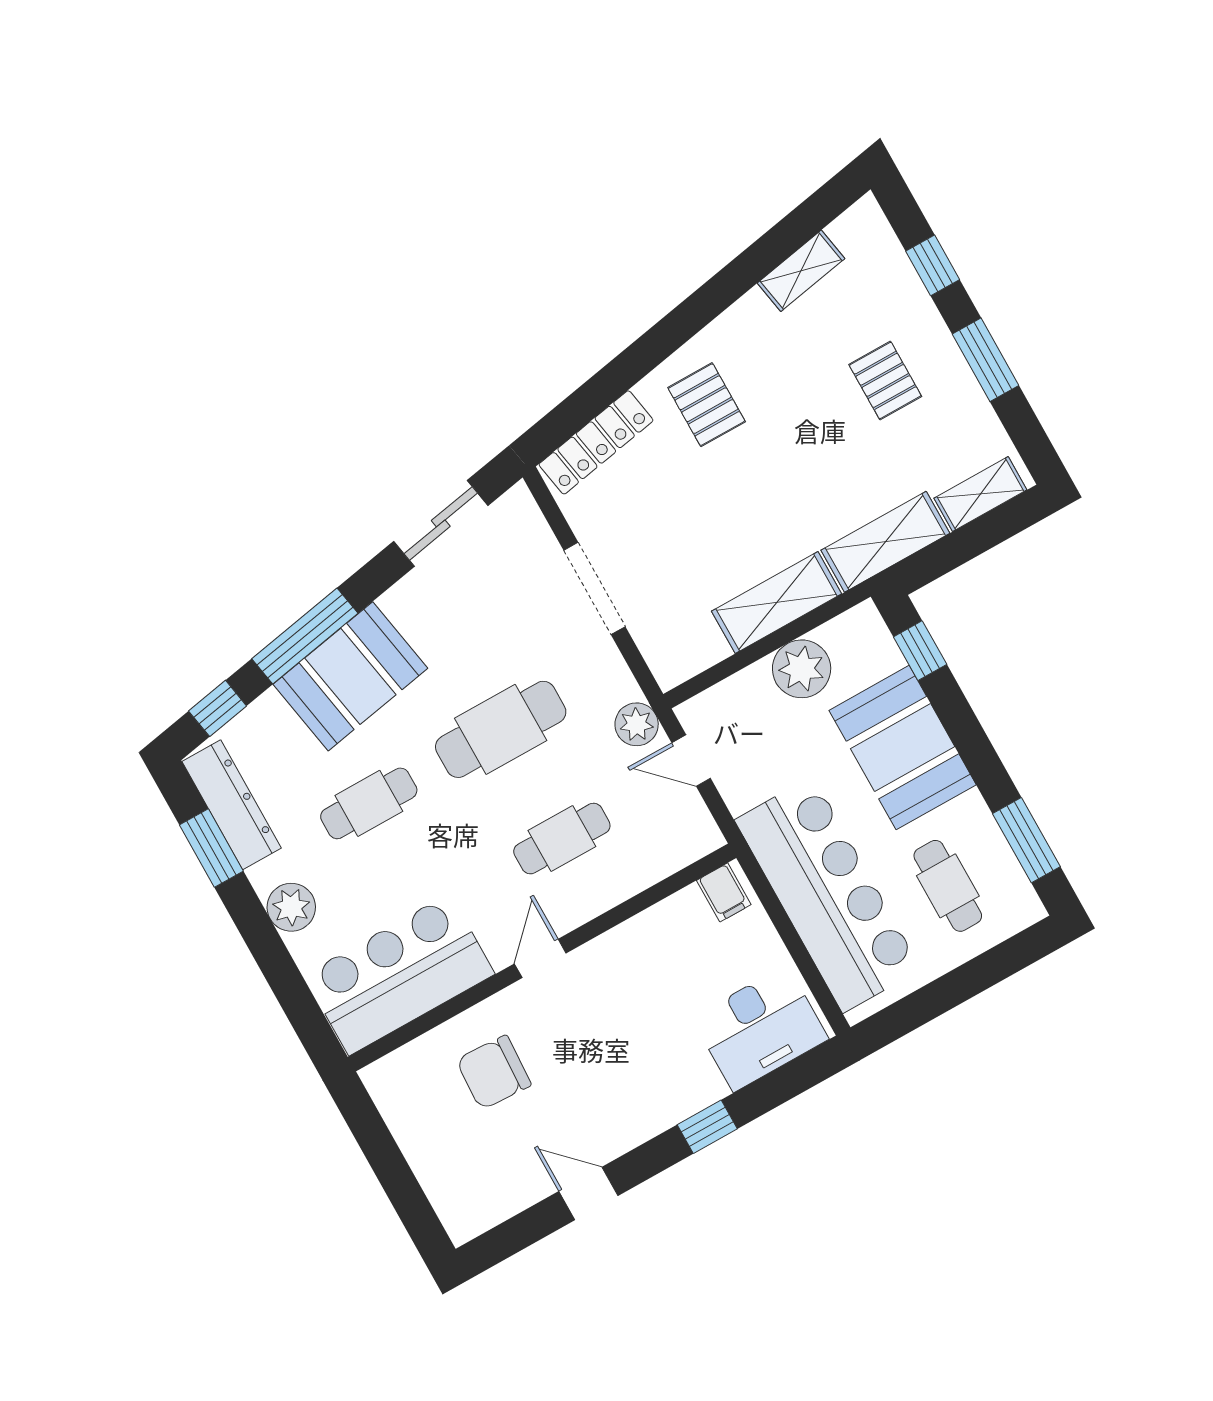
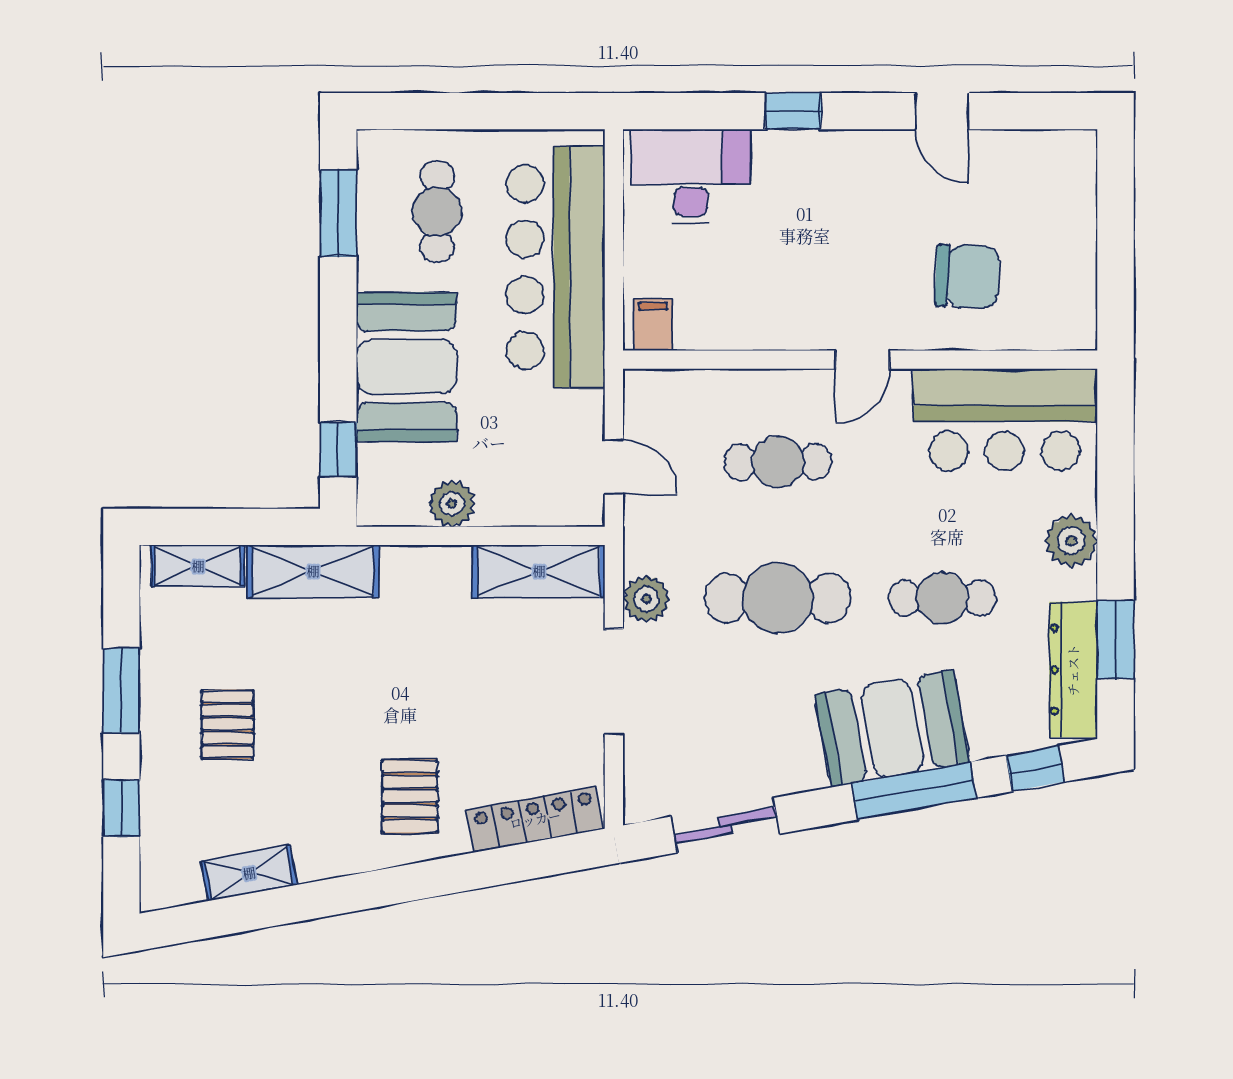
shelving: (777, 603) -> (539, 571), moved
plant: (802, 669) -> (452, 504), width x0.73, depth x0.73
plant: (637, 724) -> (646, 599), moved

